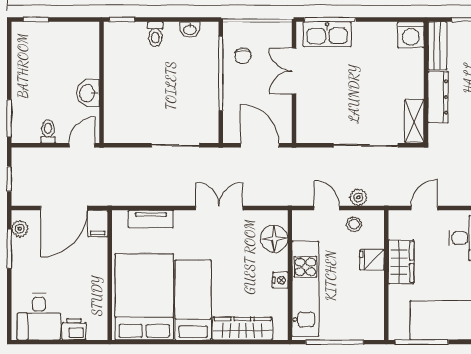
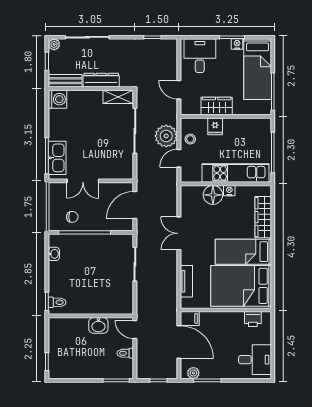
toilet: (155, 34) -> (57, 302), moved
plant: (358, 197) -> (166, 136), width x1.88, depth x1.88
floor lamp: (274, 238) -> (213, 195), moved
printer: (74, 329) -> (253, 319), moved, turned -90

